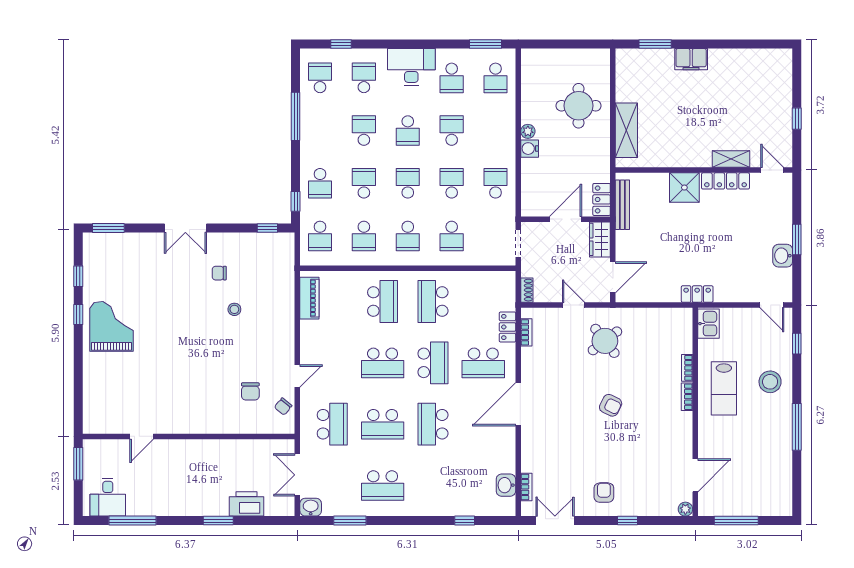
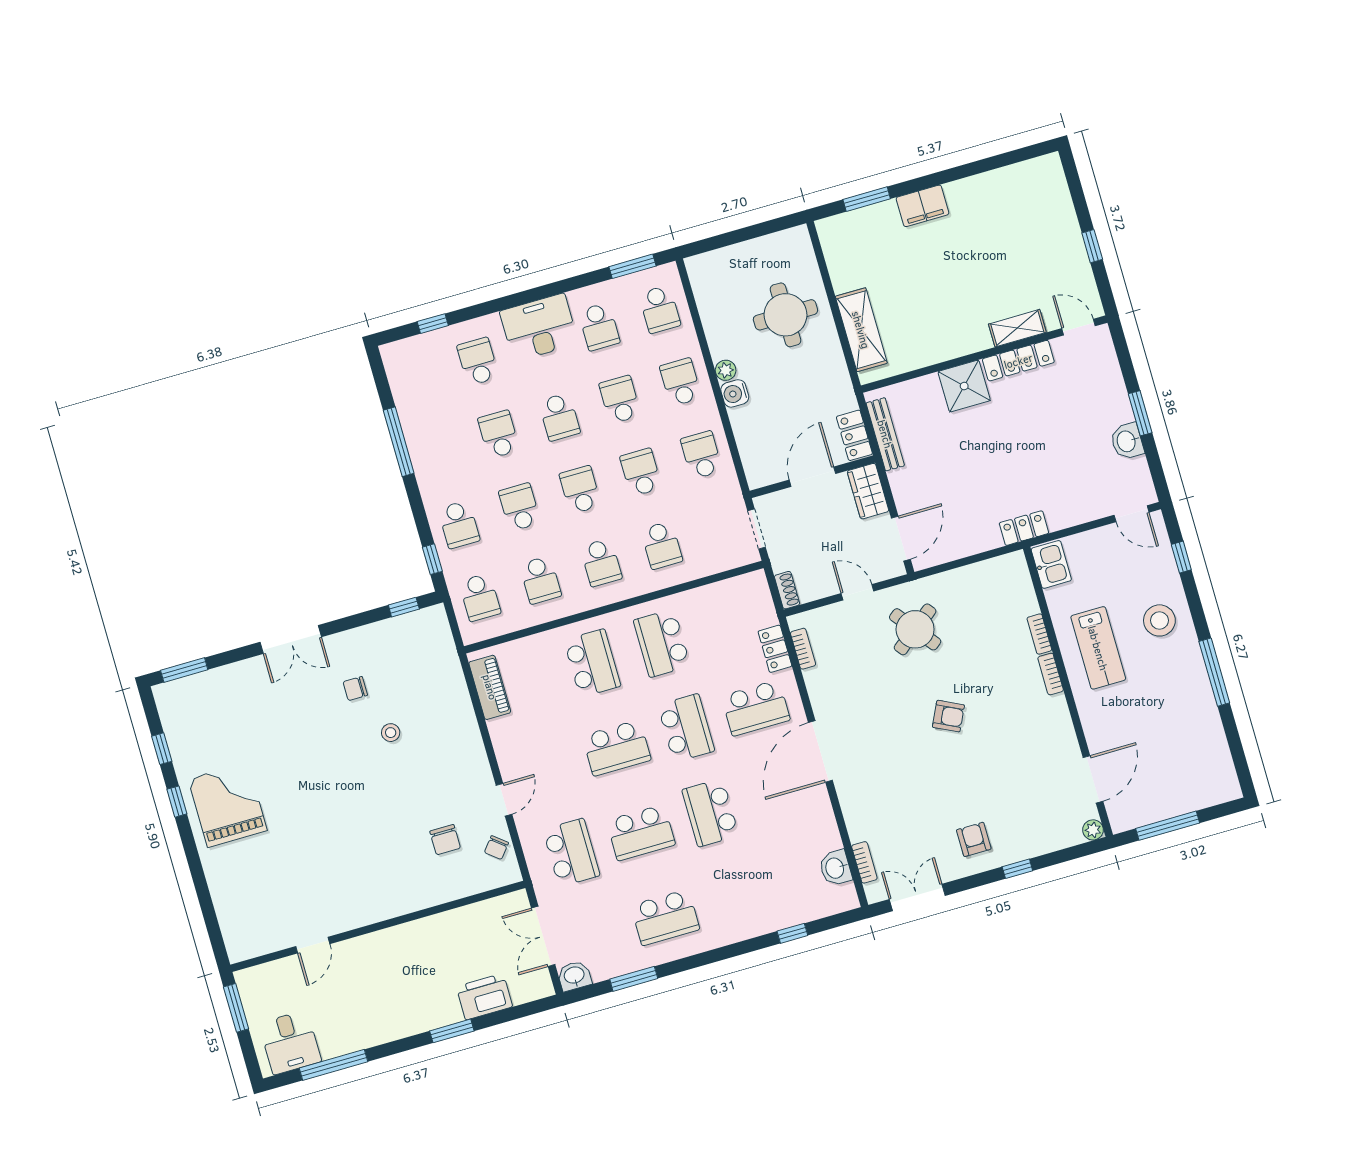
school desk: (320, 78) -> (681, 382), moved

